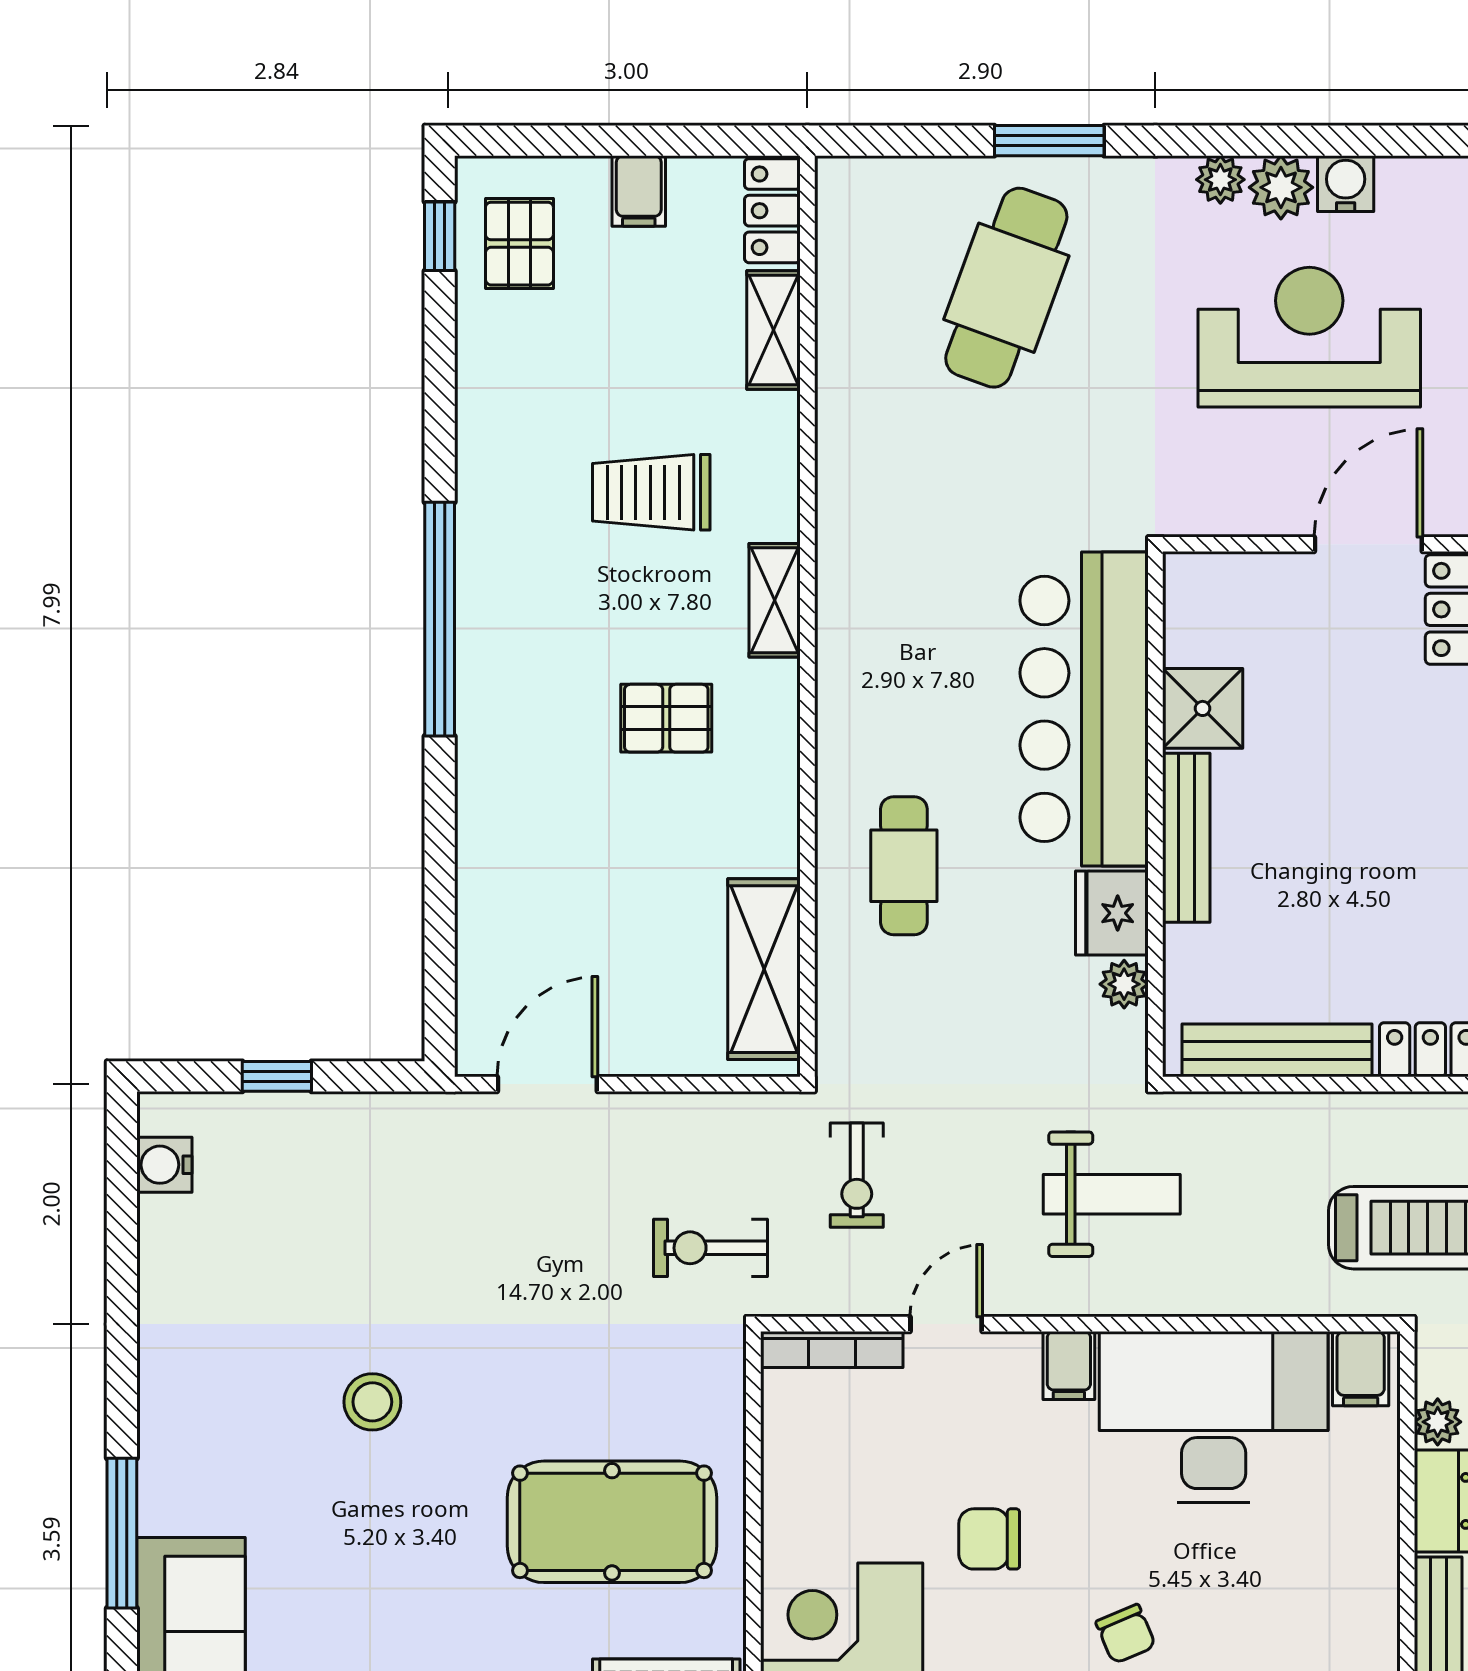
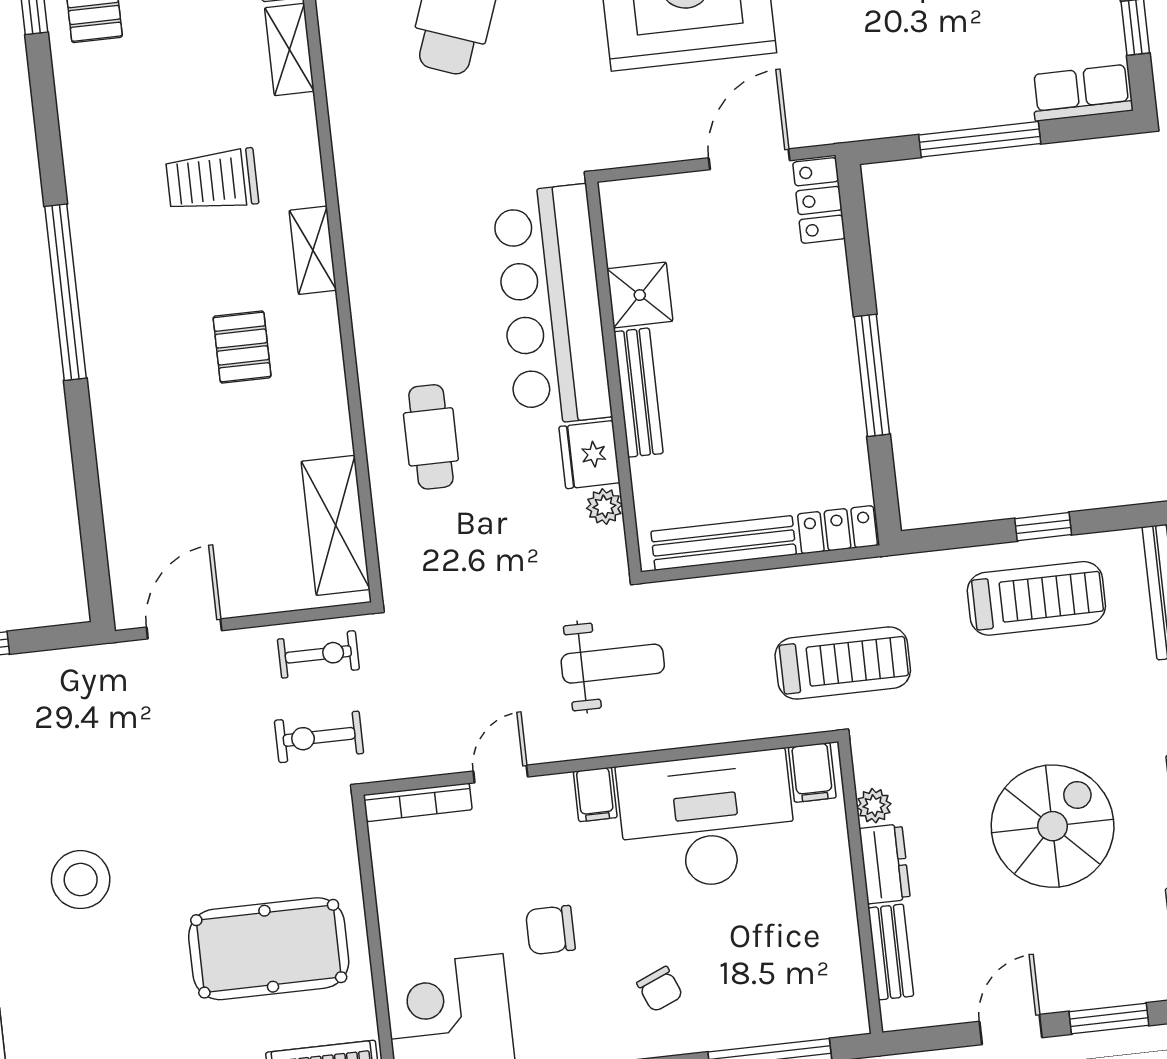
pallet: (666, 718) -> (242, 347), turned 90
exercise bike: (857, 1175) -> (318, 654), moved, turned -90
stool: (372, 1402) -> (81, 880), width x1.38, depth x1.38

